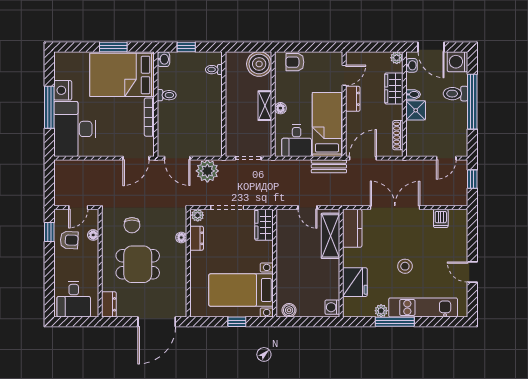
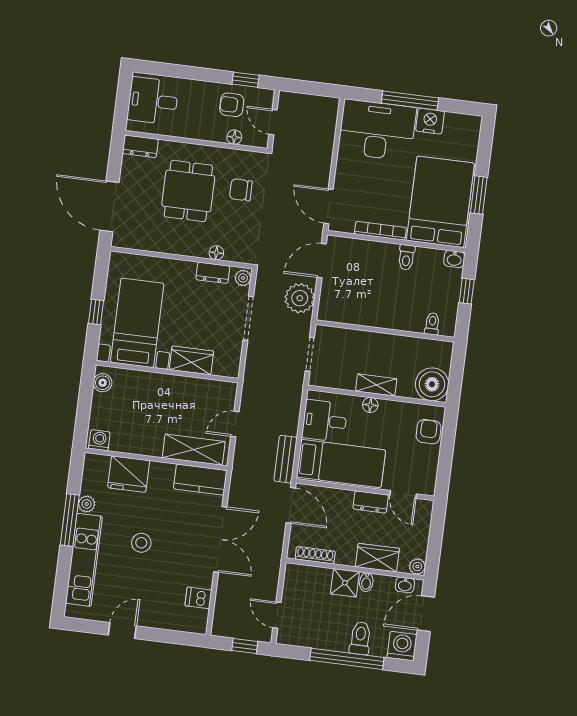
wardrobe: (264, 225) -> (191, 360), moved
armchair: (69, 240) -> (232, 105), turned 87

